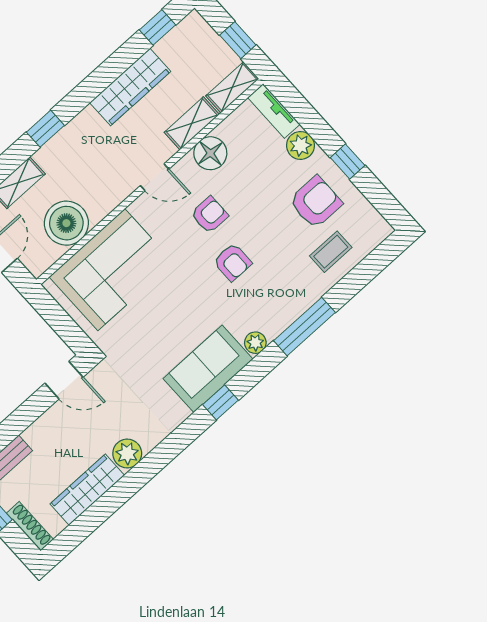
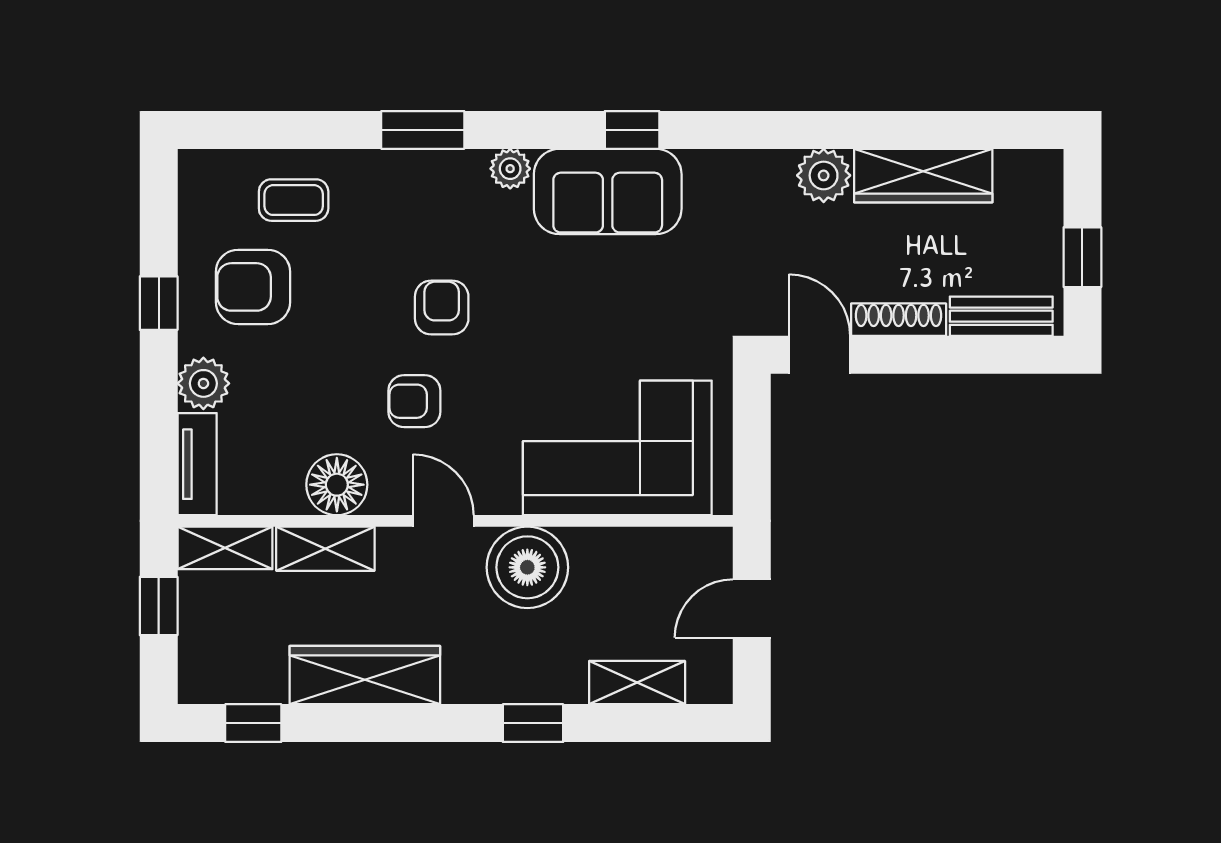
boiler: (66, 223) -> (527, 567), moved
window: (304, 327) -> (423, 130), width x0.69
shoe rack: (30, 526) -> (899, 320), moved, turned 90

